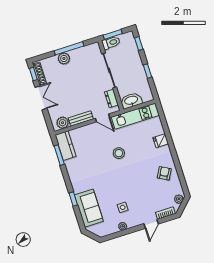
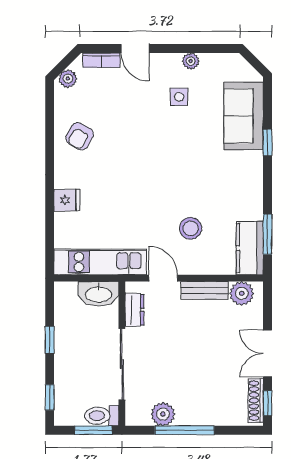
plant: (64, 59) -> (163, 414), moved
stool: (119, 153) -> (191, 228), moved
door: (151, 224) -> (135, 48), swing flipped

